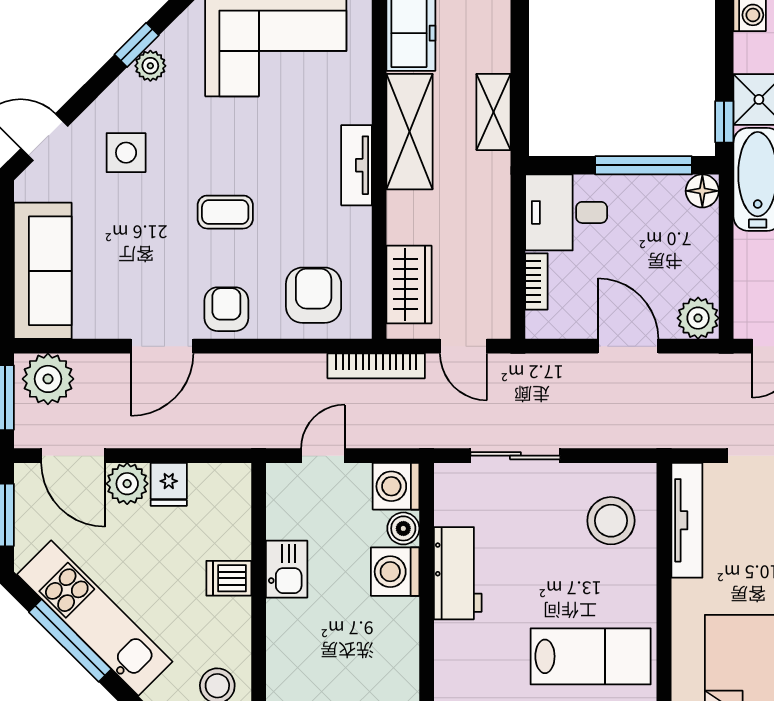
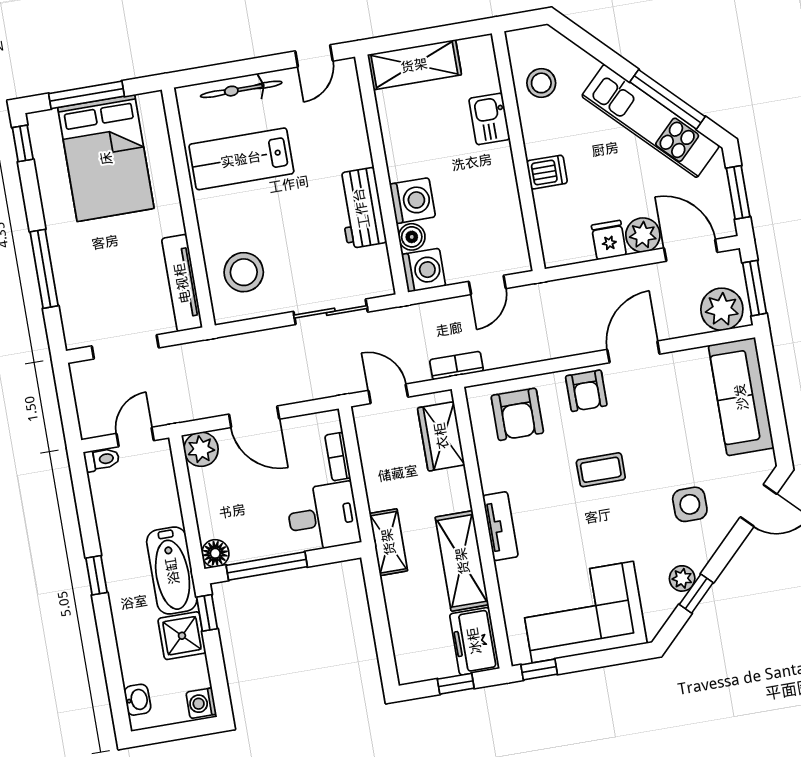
shelving: (493, 112) -> (388, 542), moved
bookcase: (376, 366) -> (456, 366), width x0.64
kitchen sink: (287, 569) -> (489, 119), moved

